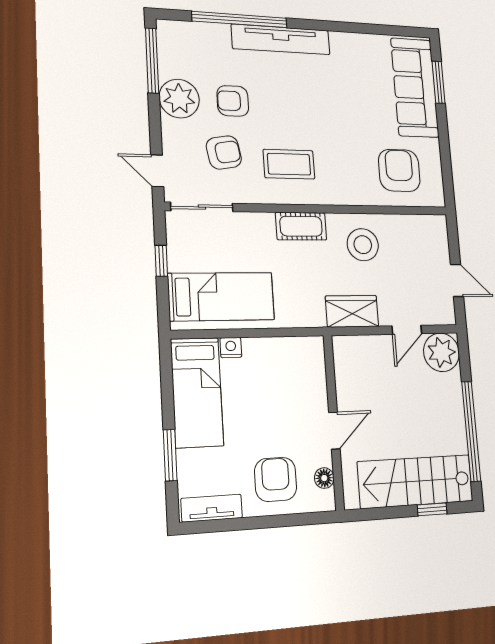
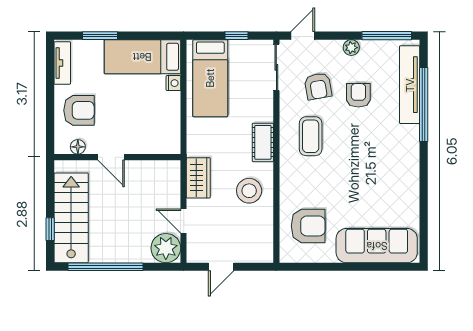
tv unit: (281, 40) -> (410, 85), moved
window: (439, 82) -> (382, 267), removed
plant: (179, 99) -> (351, 48), width x0.53, depth x0.53

